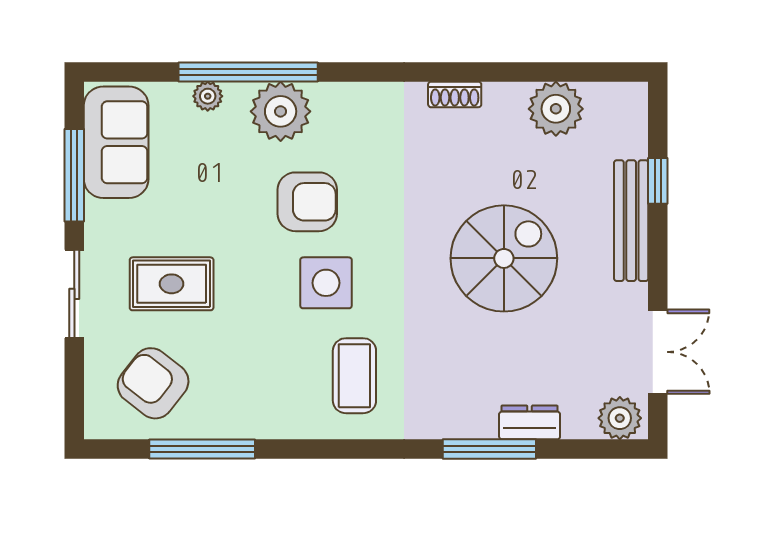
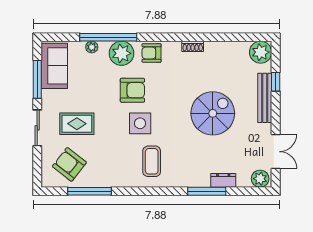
plant: (556, 109) -> (261, 52), moved
armchair: (354, 111) -> (152, 53), added

